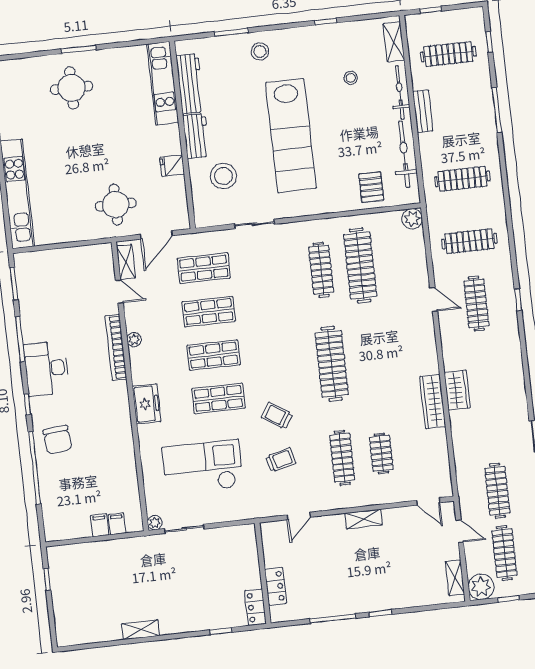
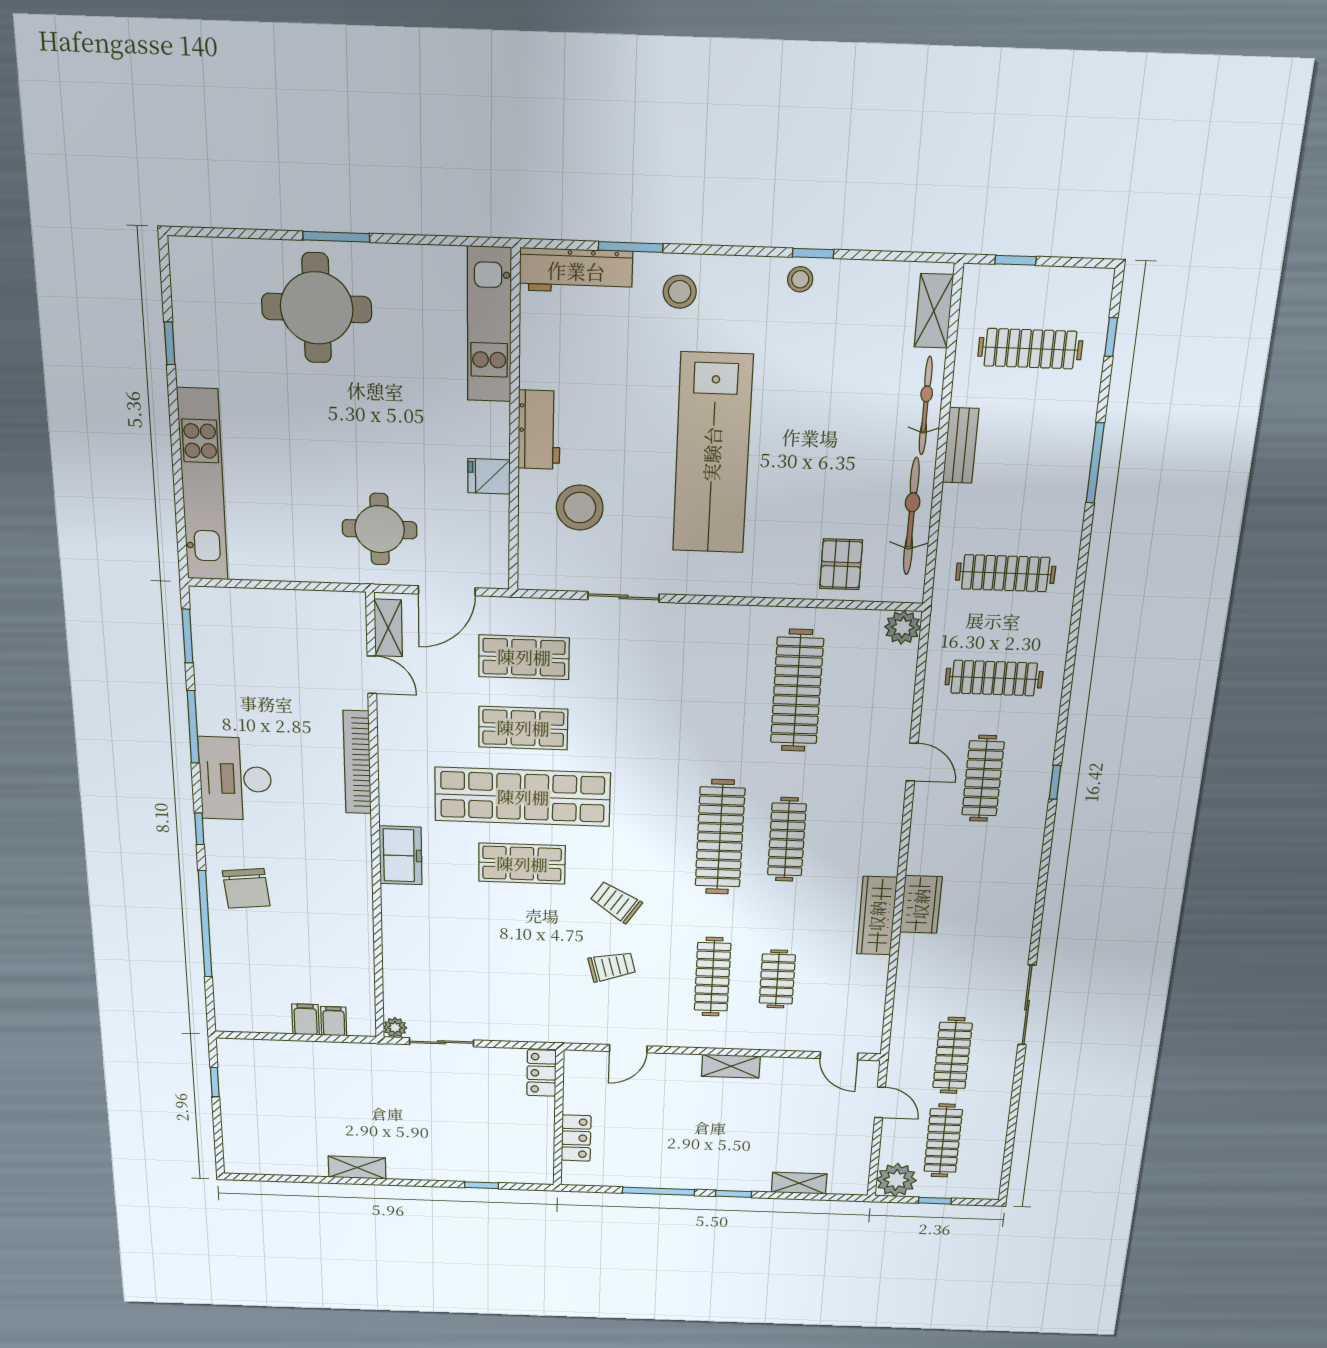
stool: (351, 78) -> (800, 279), moved
workbench: (190, 84) -> (576, 271), moved, turned 90
round table: (72, 88) -> (317, 308), width x1.36, depth x1.36
clothes rail: (321, 270) -> (787, 839), moved
plant: (134, 340) -> (390, 754), removed
shop shelf: (214, 355) -> (523, 797), width x2.00, depth x1.36
checkout: (203, 467) -> (482, 960), removed
shelving: (455, 578) -> (799, 1183), moved, turned 90
locker: (255, 607) -> (542, 1073), moved

